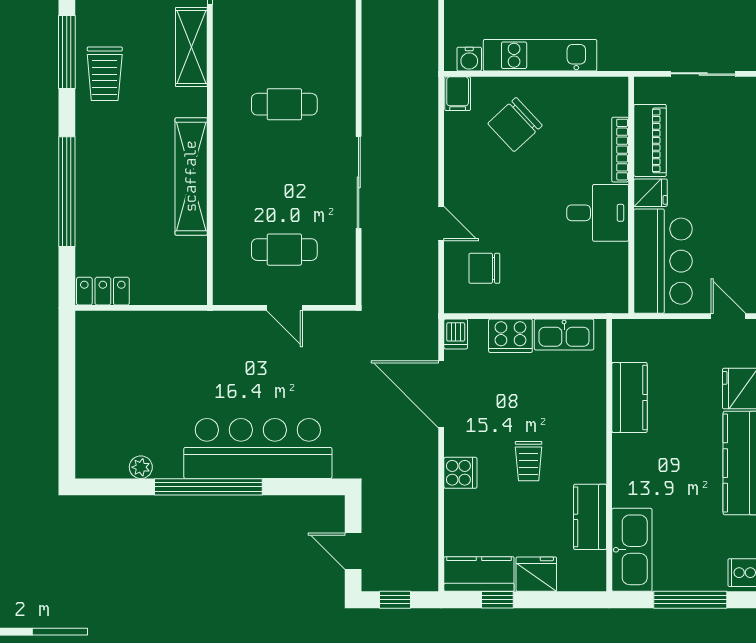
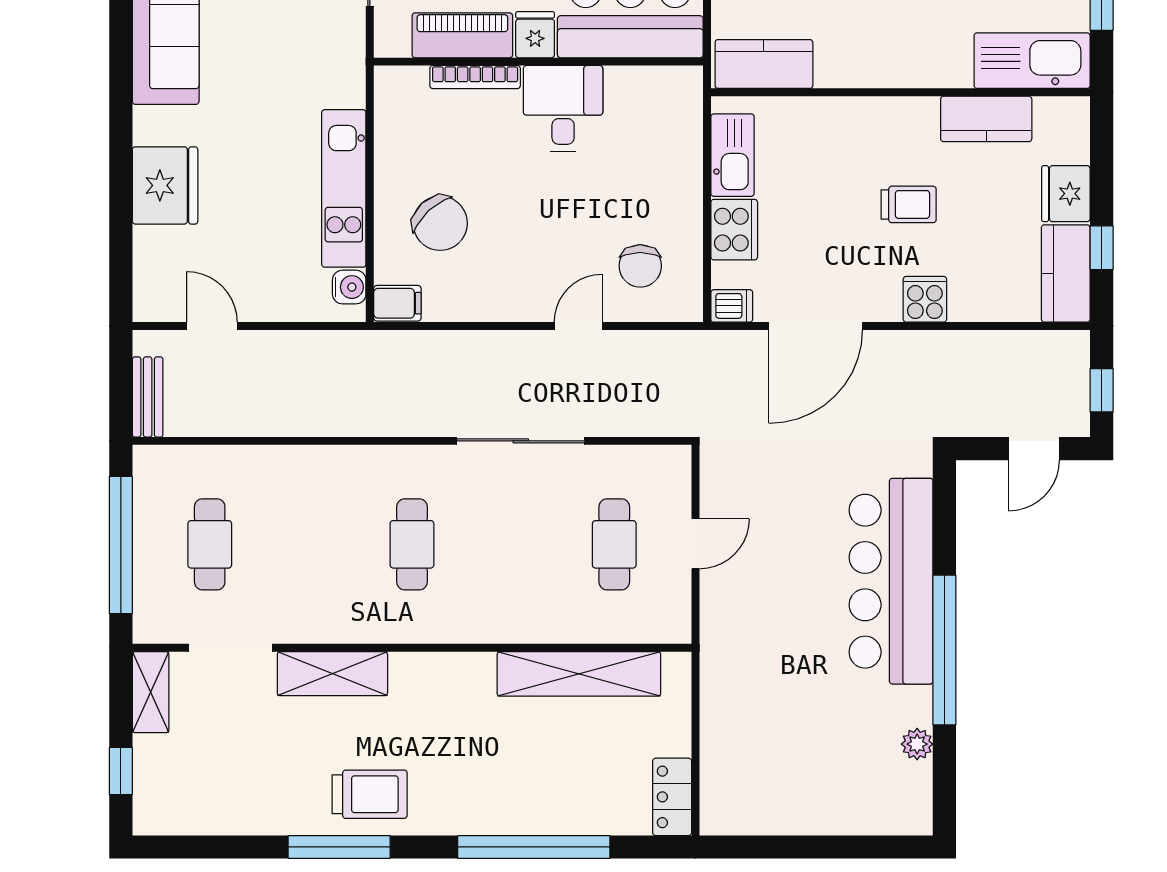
shelving: (191, 176) -> (579, 674), moved
kitchen counter: (629, 397) -> (764, 64), moved

